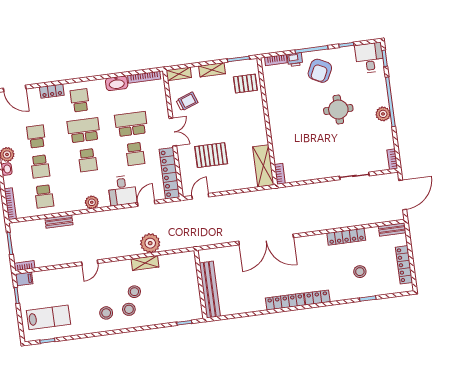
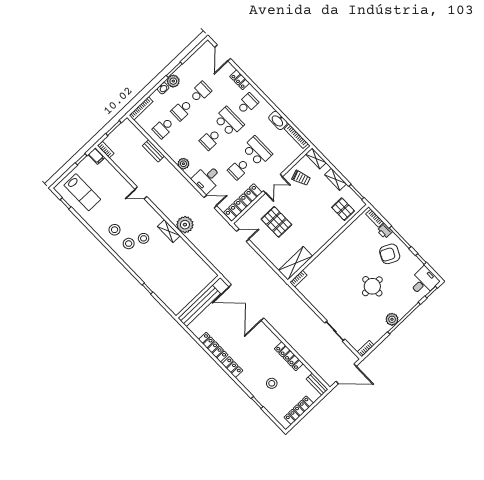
wall: (201, 284) -> (198, 297), moved
bench: (210, 290) -> (199, 306), moved

